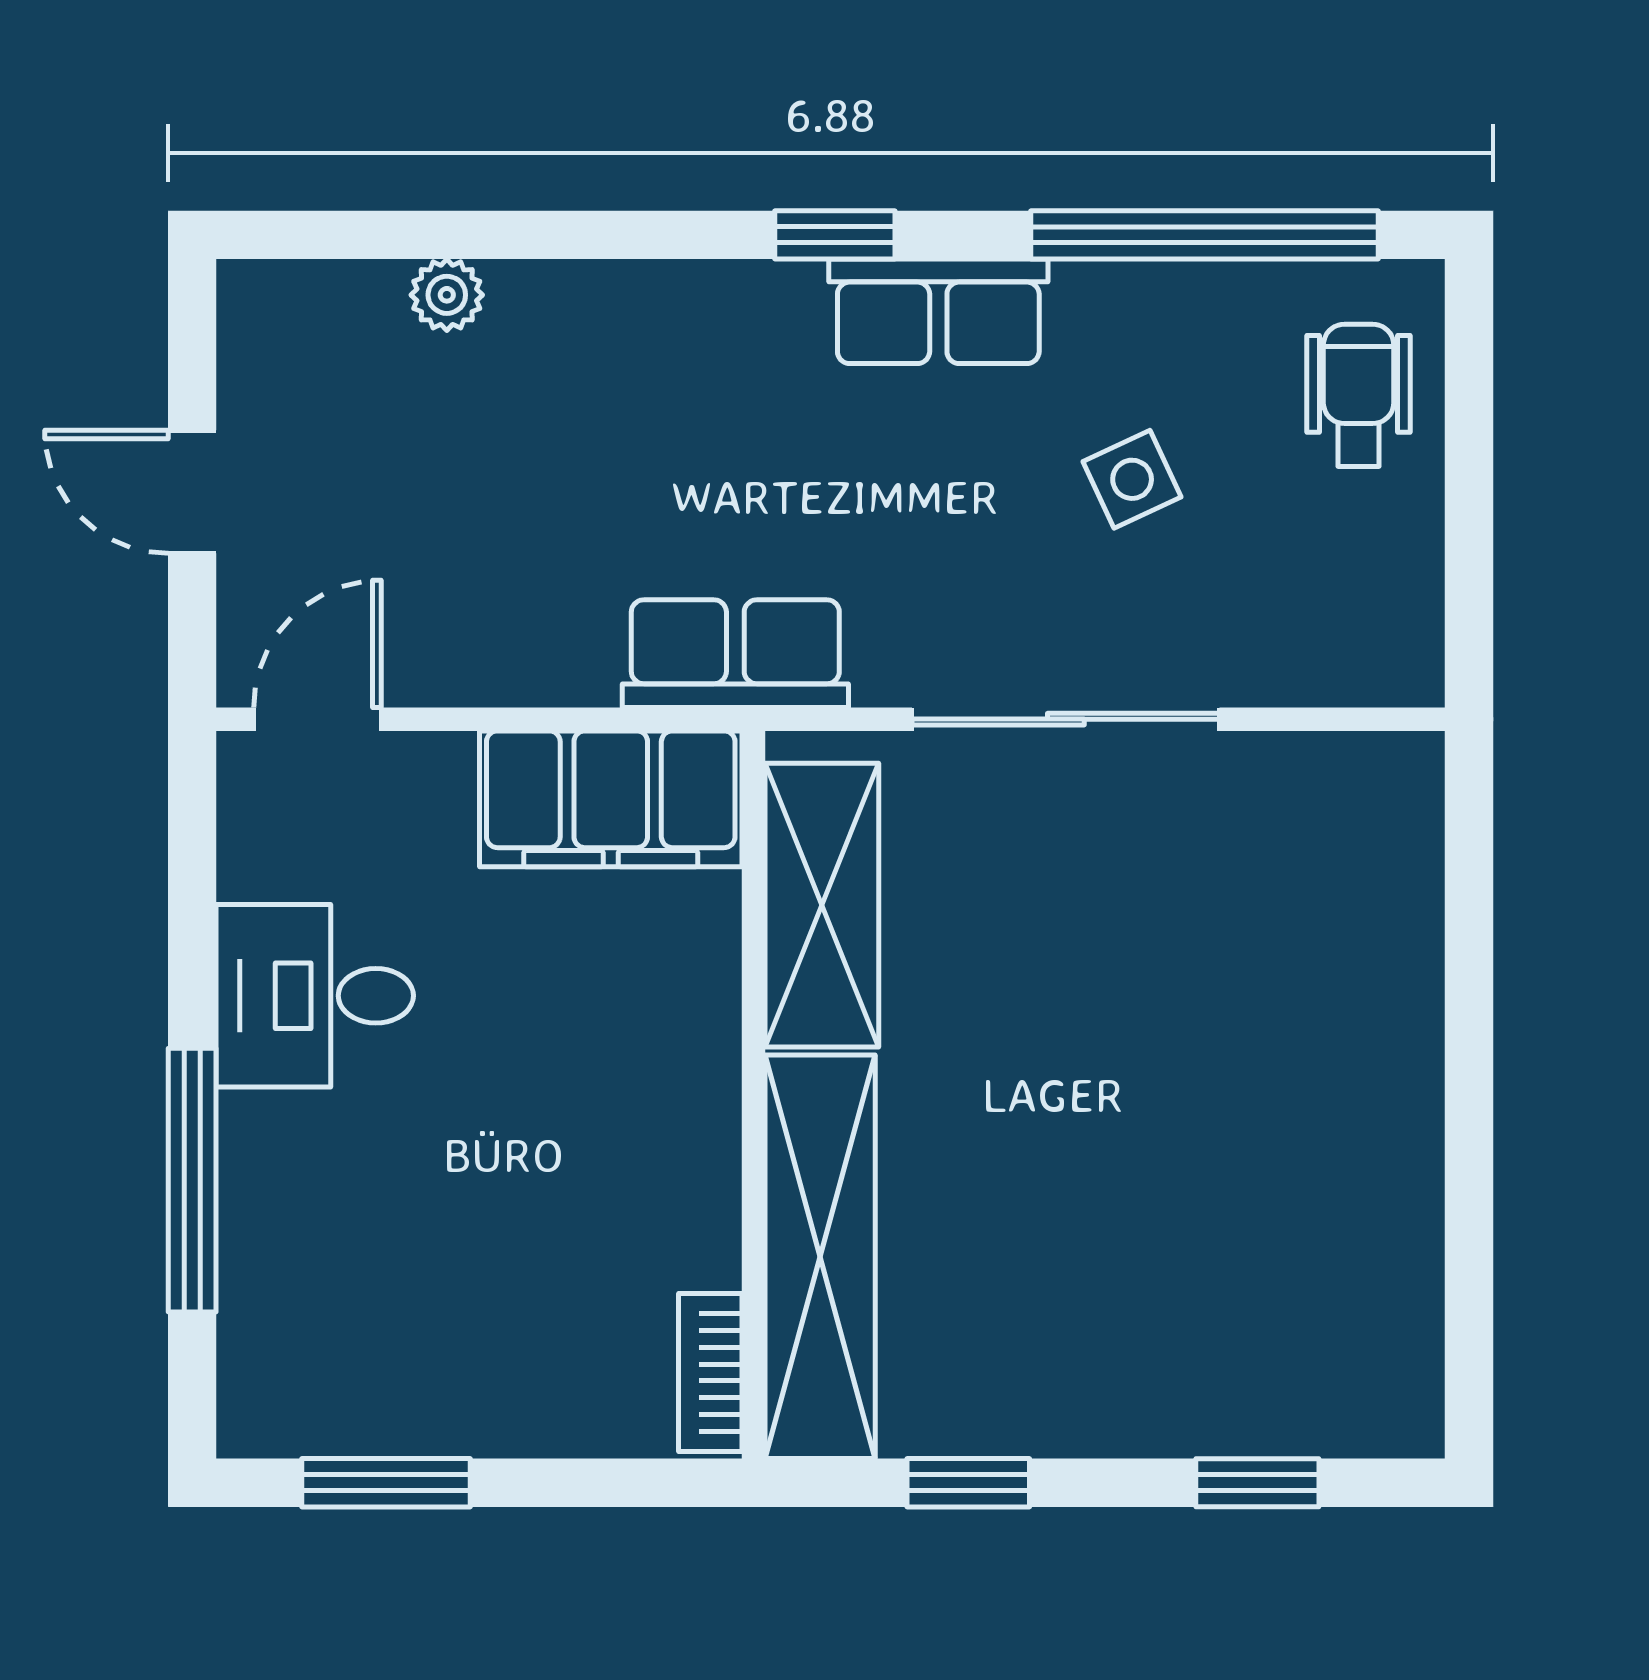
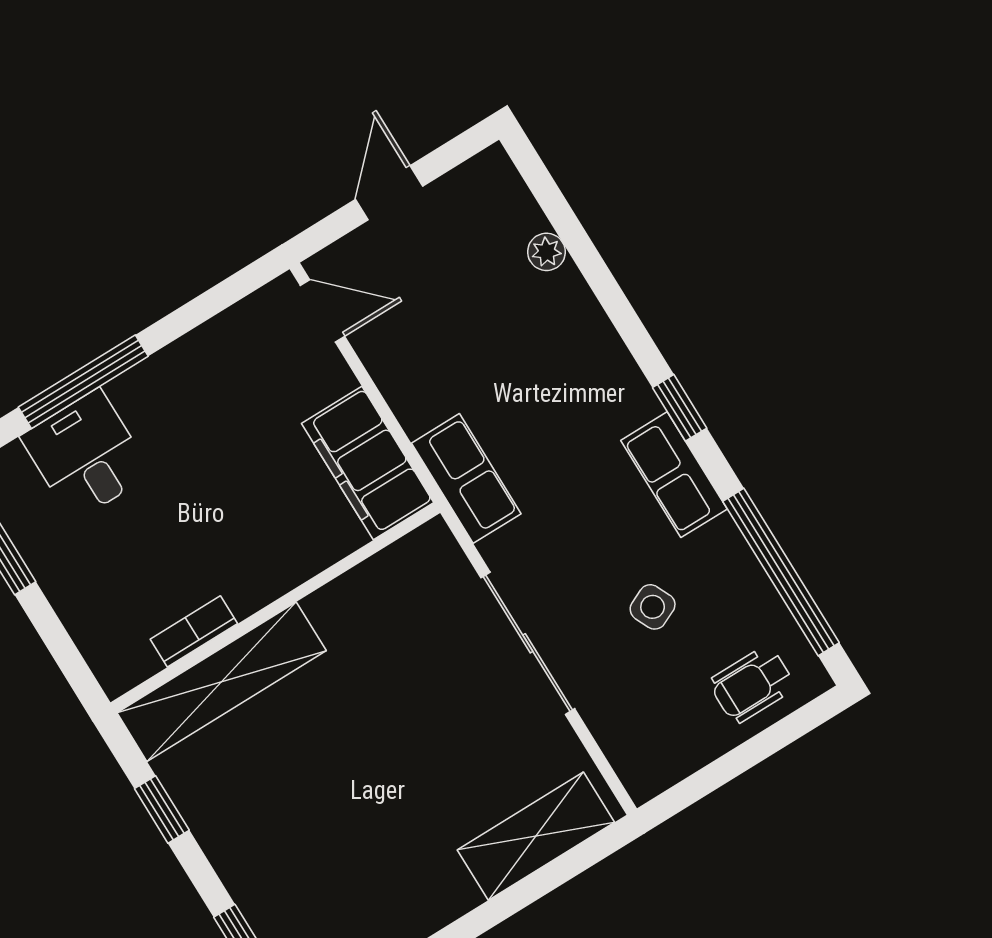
wheelchair: (1359, 395) -> (752, 684), turned 180
shelving: (822, 905) -> (536, 836), moved
desk: (315, 996) -> (86, 455), moved
bookcase: (710, 1372) -> (194, 631), moved

